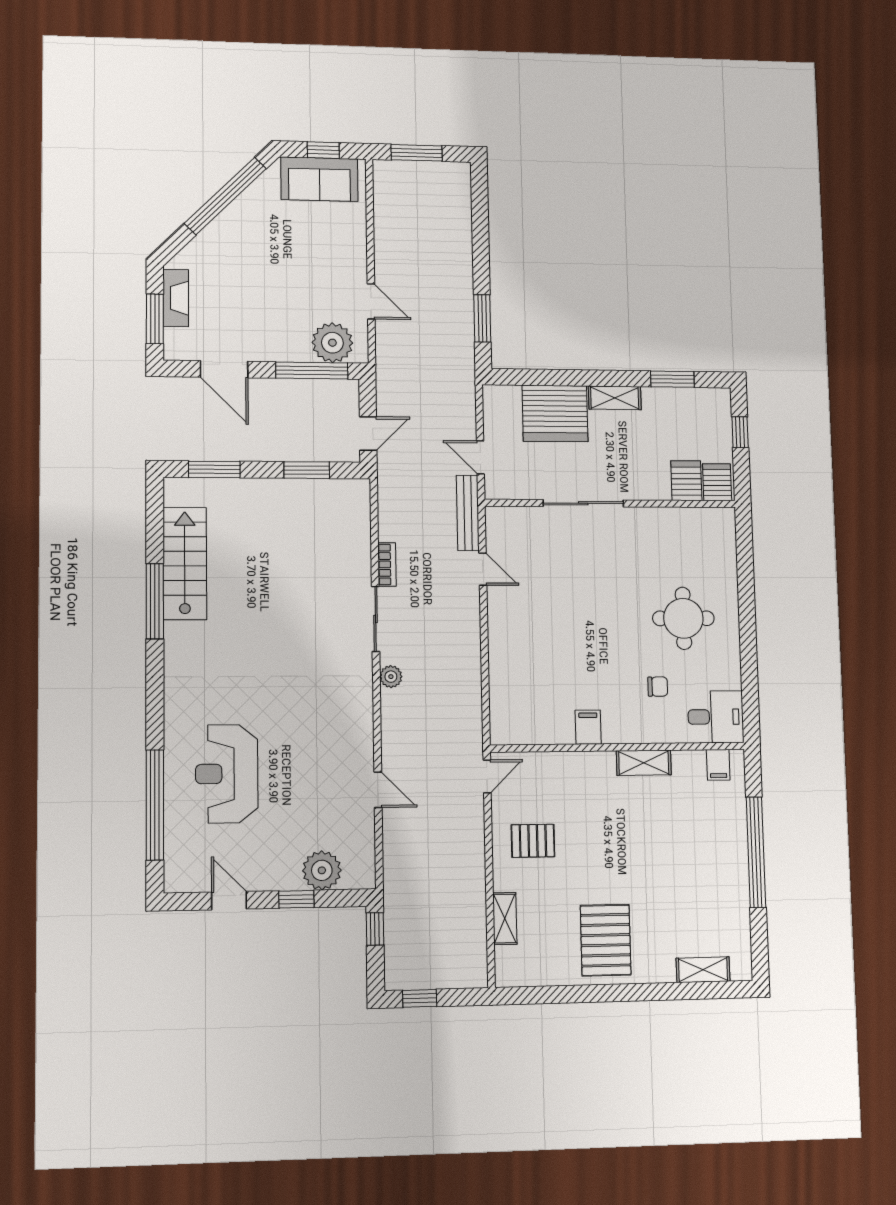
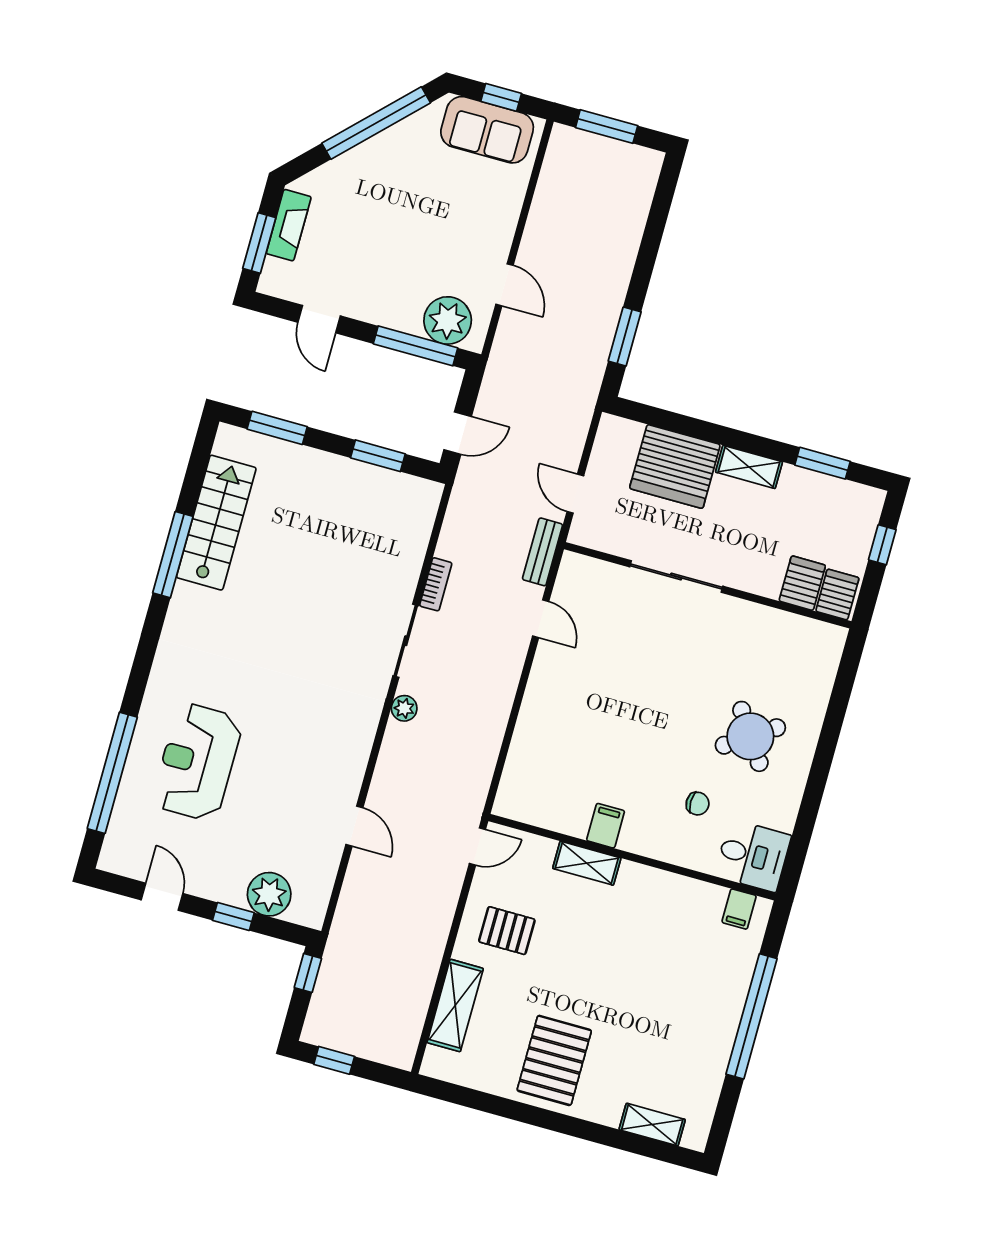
door: (224, 369) -> (319, 319), width x0.73
bench: (468, 513) -> (543, 552), width x0.73
round table: (683, 618) -> (750, 736), turned -34
shelving: (644, 763) -> (587, 863), moved
shelving: (505, 919) -> (455, 1005), width x1.50, depth x1.33

